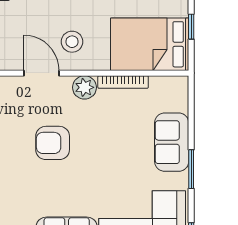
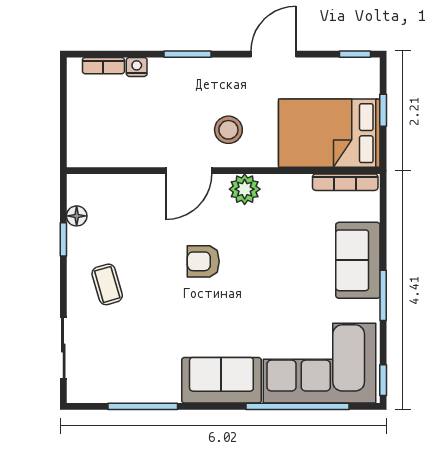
door: (41, 73) -> (189, 171), swing flipped
bookcase: (123, 82) -> (345, 182), moved
armchair: (53, 143) -> (203, 261), width x0.72, depth x0.72

